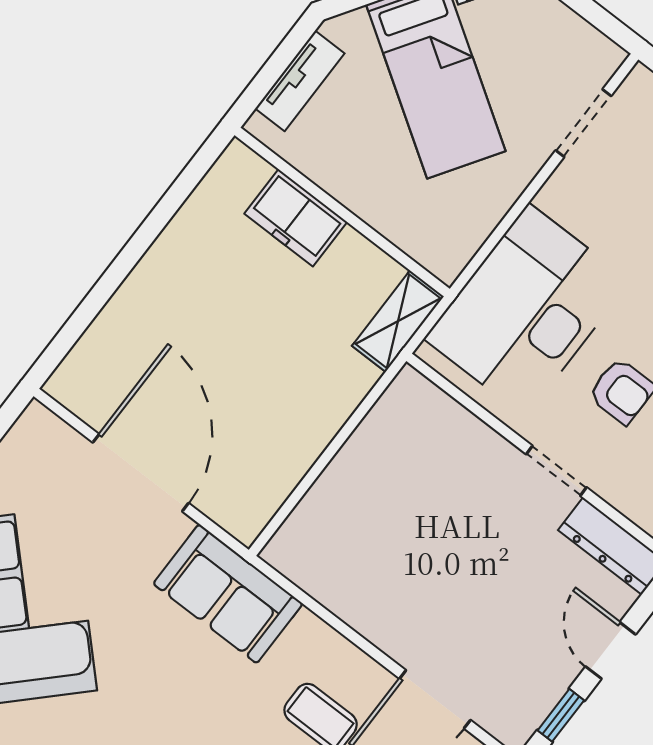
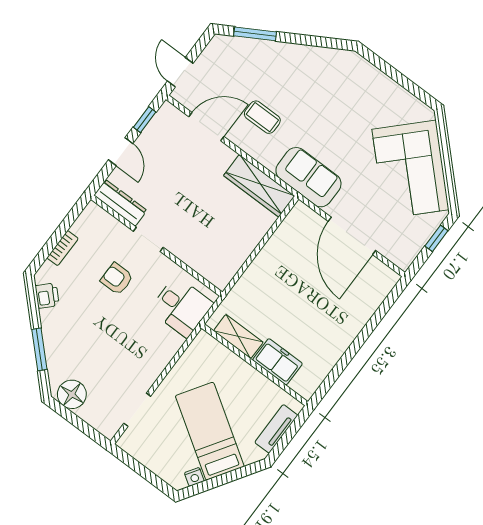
desk: (527, 310) -> (181, 307), width x0.53, depth x0.77
shelving: (398, 321) -> (238, 336), moved, turned 90
wardrobe: (329, 577) -> (259, 186), added

